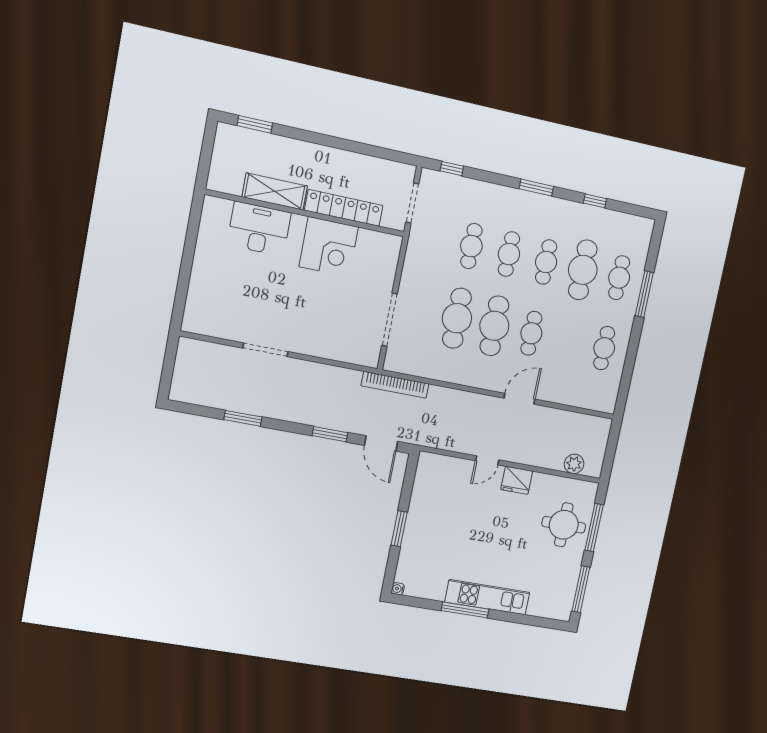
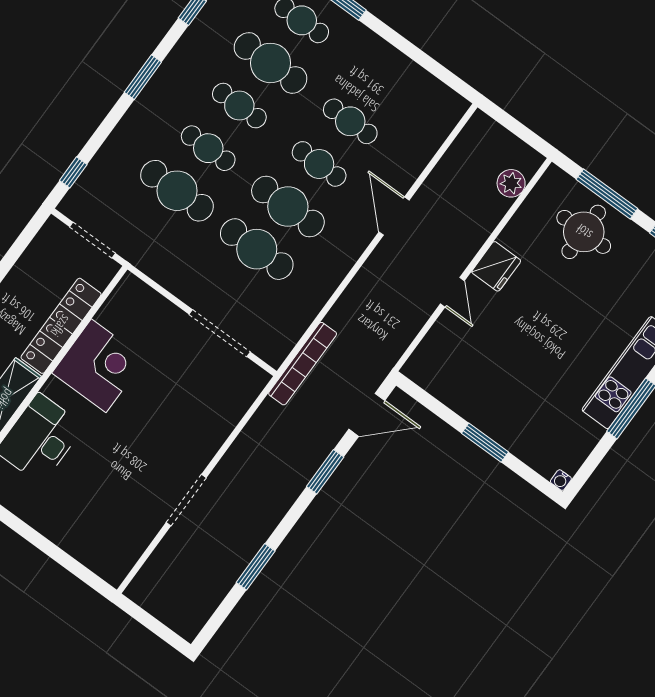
cafe table: (471, 246) -> (177, 191), width x1.37, depth x1.35
cafe table: (604, 348) -> (350, 121), moved

